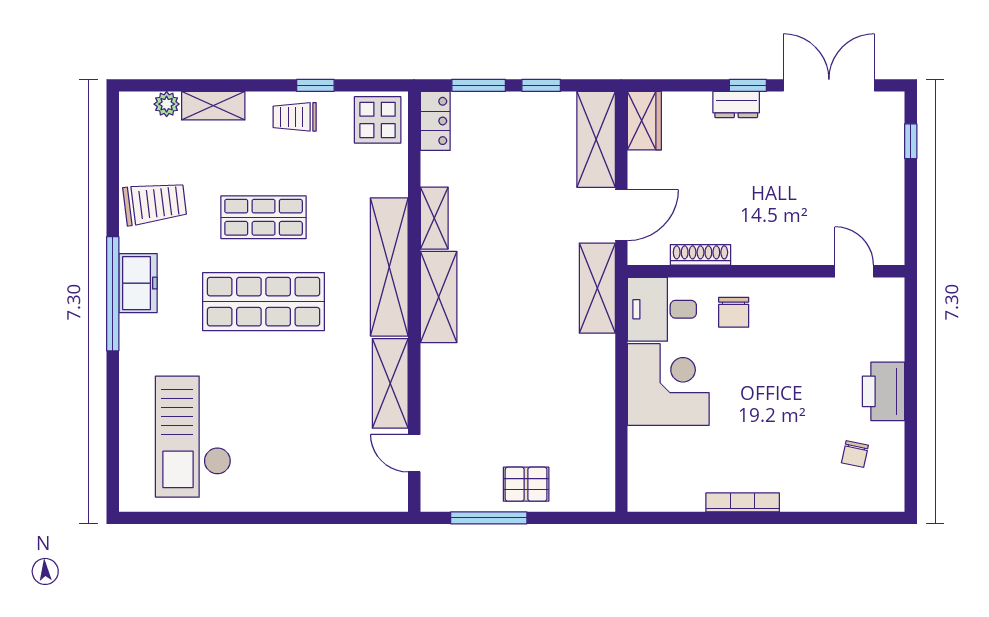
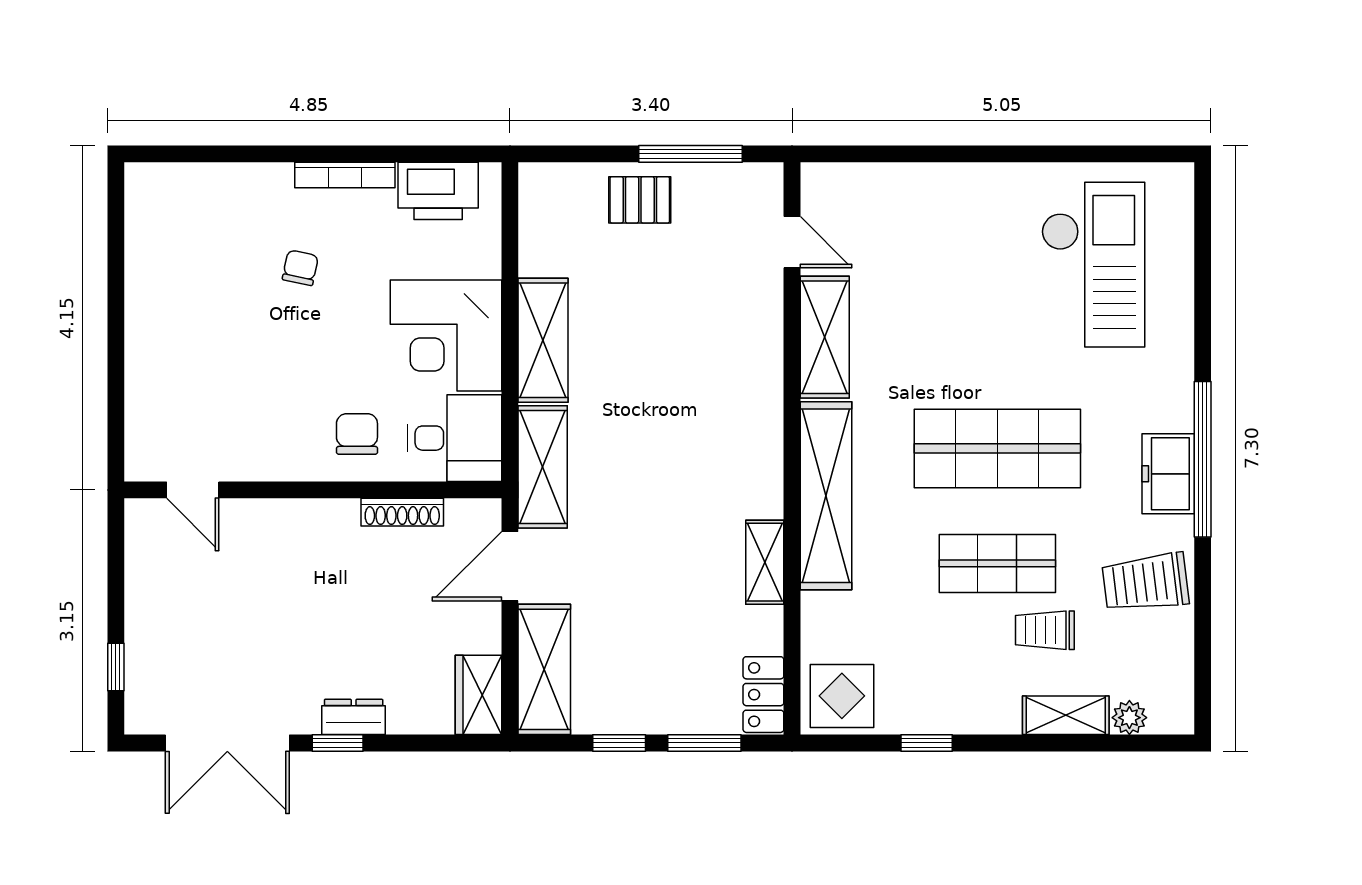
trolley: (295, 117) -> (1045, 630), moved, turned 180
shelving: (439, 297) -> (543, 340), moved
printer: (884, 391) -> (438, 191), moved, turned 90
chair: (855, 454) -> (300, 268), moved

